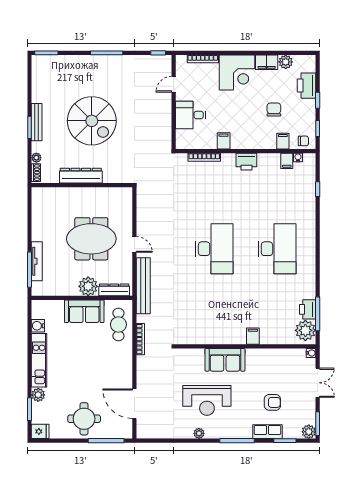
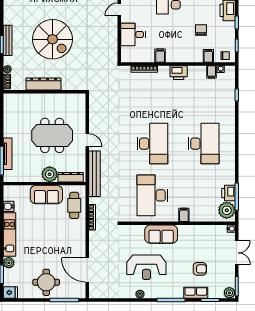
desk: (214, 312) -> (152, 195), added

